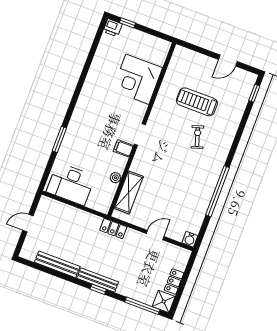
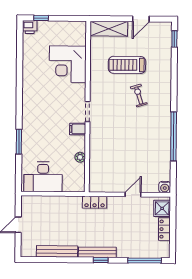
shelving: (129, 192) -> (109, 29), moved, turned 90
shower: (164, 301) -> (162, 208), moved

